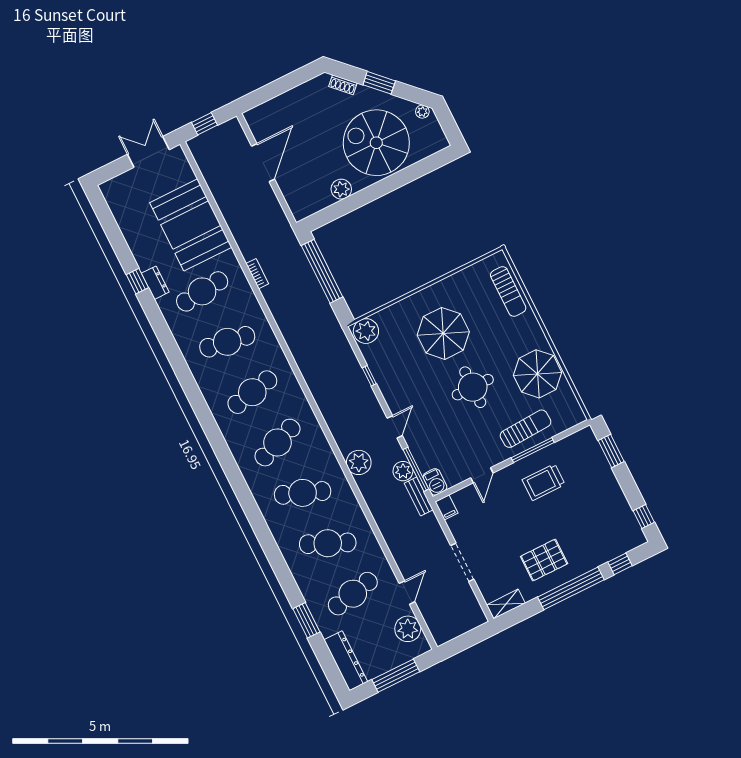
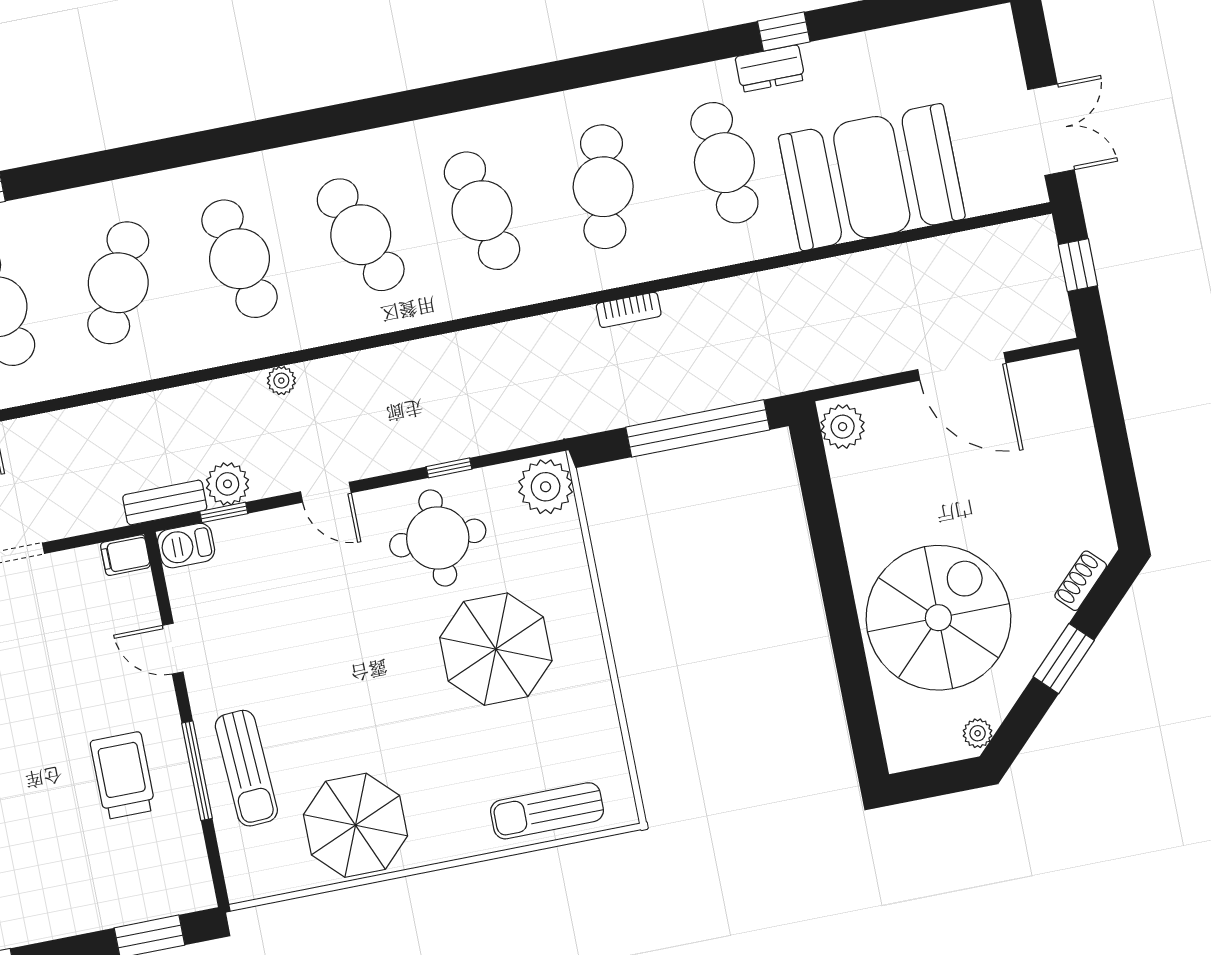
plant: (341, 189) -> (843, 427), moved
bookcase: (257, 274) -> (629, 310), moved
round table: (473, 387) -> (438, 538), moved
plant: (359, 462) -> (281, 381), width x0.53, depth x0.53
window: (416, 469) -> (224, 512), width x0.46
cafe table: (303, 493) -> (239, 259), turned -33

